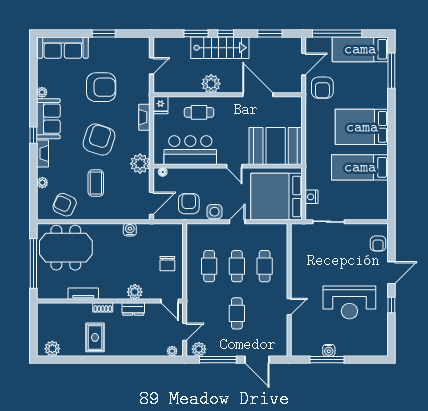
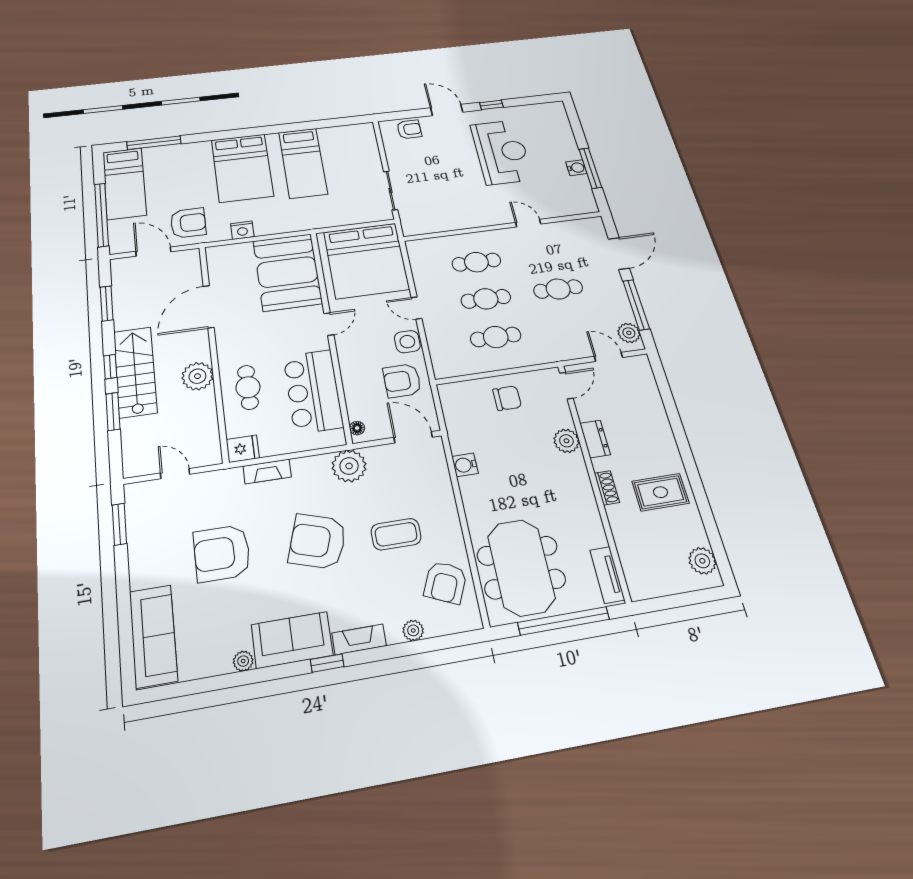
window: (104, 33) -> (119, 524), moved
armchair: (101, 87) -> (222, 553), turned -90
nightstand: (312, 197) -> (242, 230), moved
tv unit: (83, 294) -> (607, 575), moved
plant: (172, 351) -> (644, 371), removed

